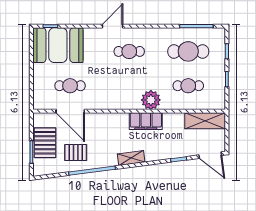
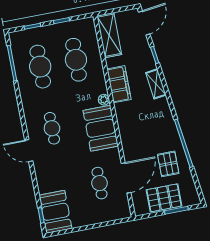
booth: (58, 45) -> (55, 212), width x0.73, depth x0.70
cafe table: (188, 86) -> (76, 60), width x1.37, depth x1.35
booth: (121, 96) -> (101, 128), added
plant: (151, 100) -> (104, 100), width x0.53, depth x0.53
filing cabinet: (146, 121) -> (119, 84), moved
shelving: (131, 158) -> (156, 84), moved

